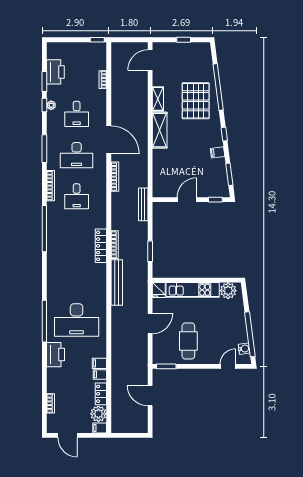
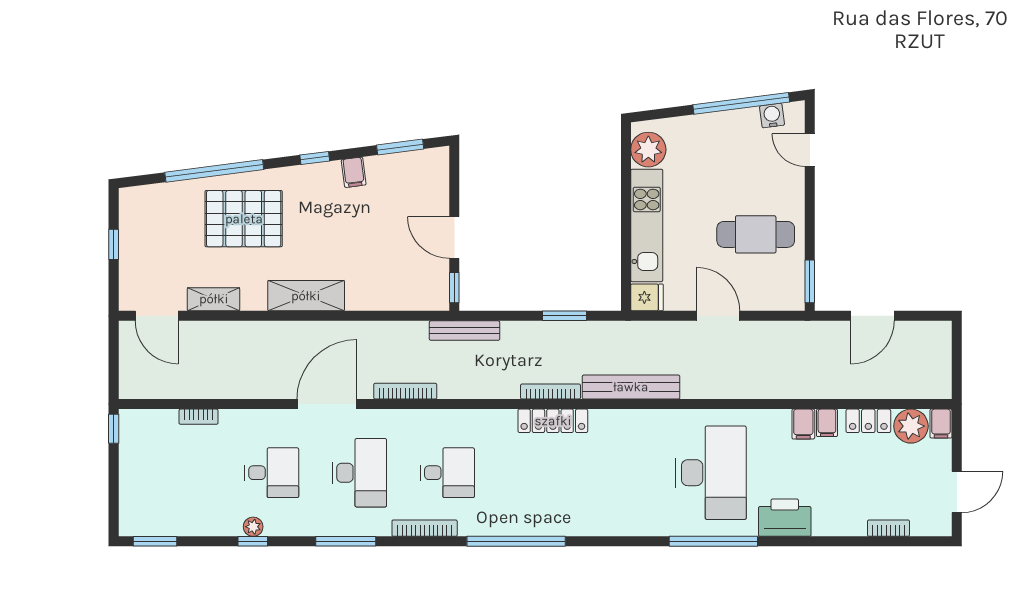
printer: (55, 72) -> (182, 518), removed
window: (44, 82) -> (155, 541), moved
shelving: (158, 99) -> (214, 299), moved
window: (215, 200) -> (454, 288), moved

